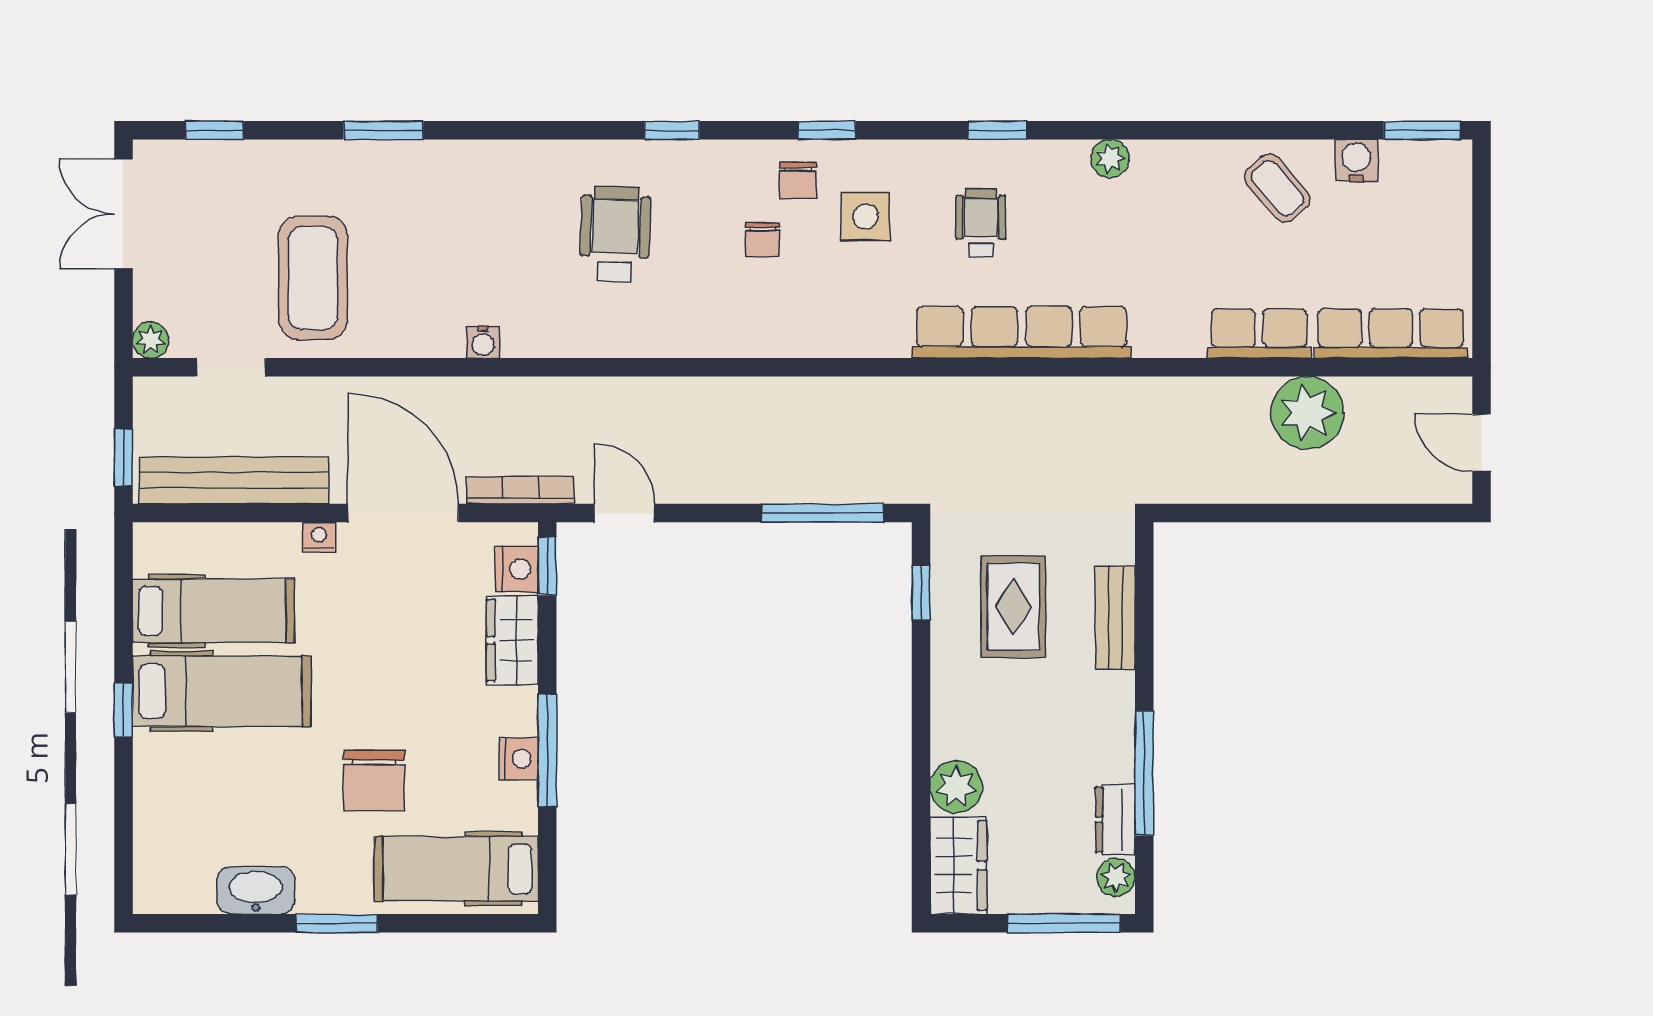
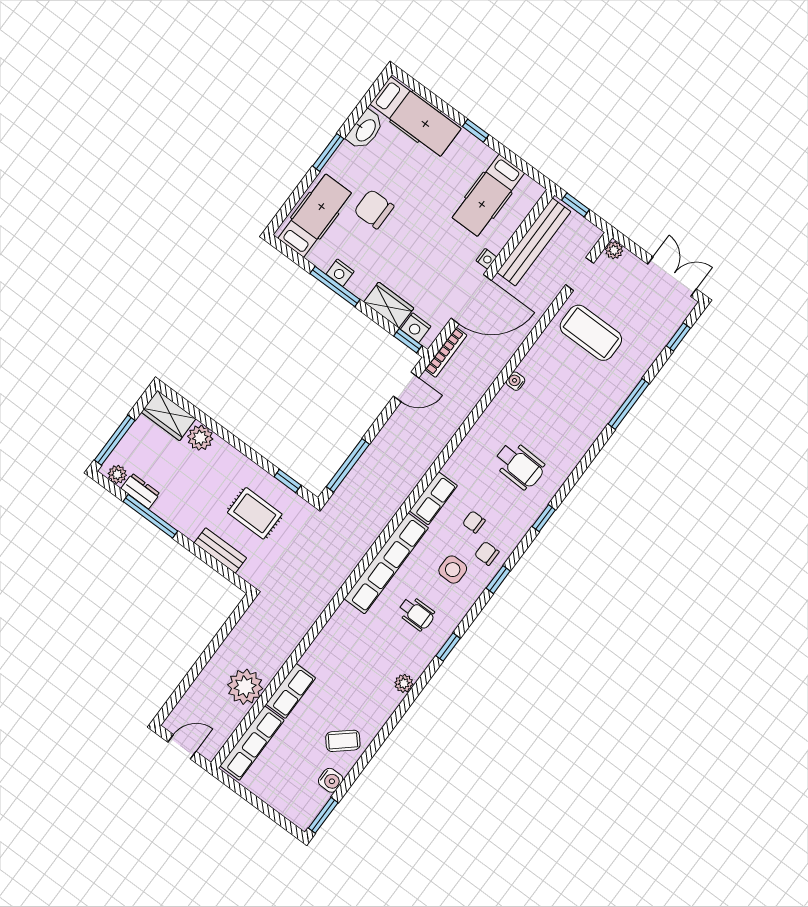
window: (383, 130) -> (629, 404), width x1.44
row of seats: (1022, 332) -> (386, 563), moved
row of seats: (773, 334) -> (433, 498), added
hospital bed: (222, 691) -> (416, 116), moved, turned -90

